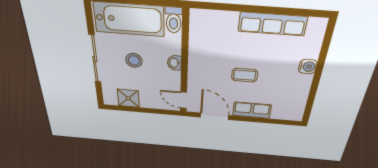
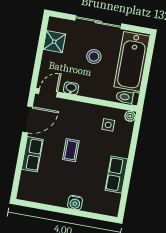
plant: (196, 15) -> (130, 116), added
row of seats: (272, 24) -> (117, 175), width x0.68
side table: (211, 39) -> (108, 125), added
washbasin: (174, 63) -> (71, 88), moved

